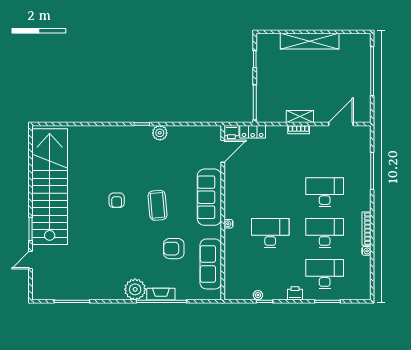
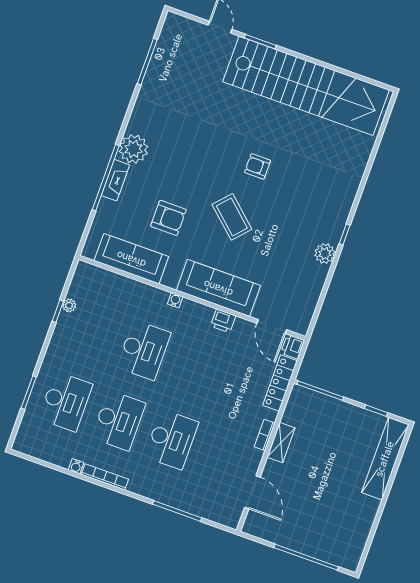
shelving: (310, 41) -> (385, 459), moved
locker: (253, 132) -> (280, 383), width x1.53
coffee table: (157, 205) -> (232, 217), turned 47
armchair: (174, 249) -> (168, 218), turned 90
printer: (295, 293) -> (223, 321), moved, turned 90

